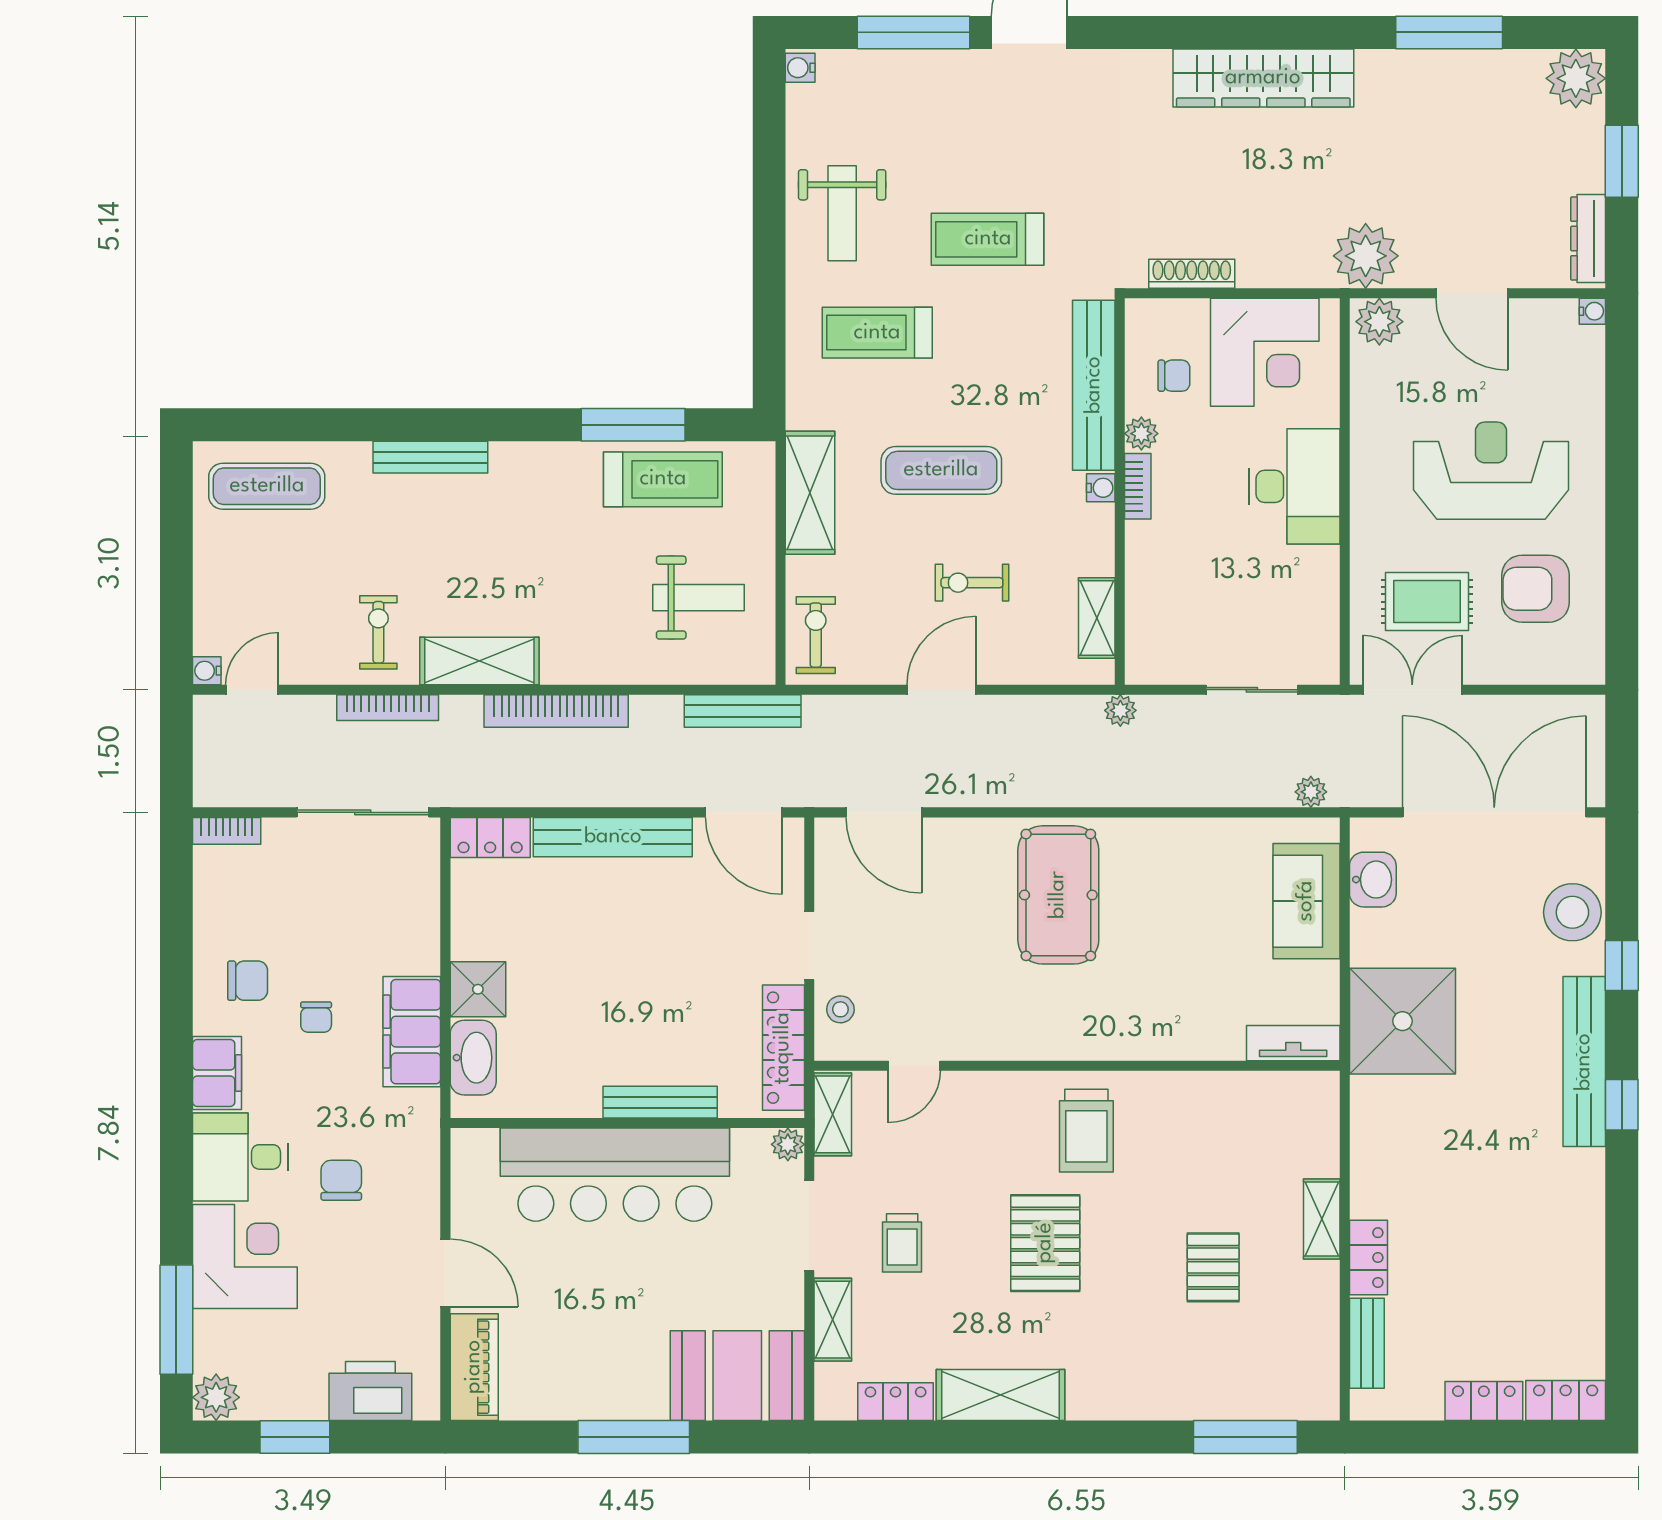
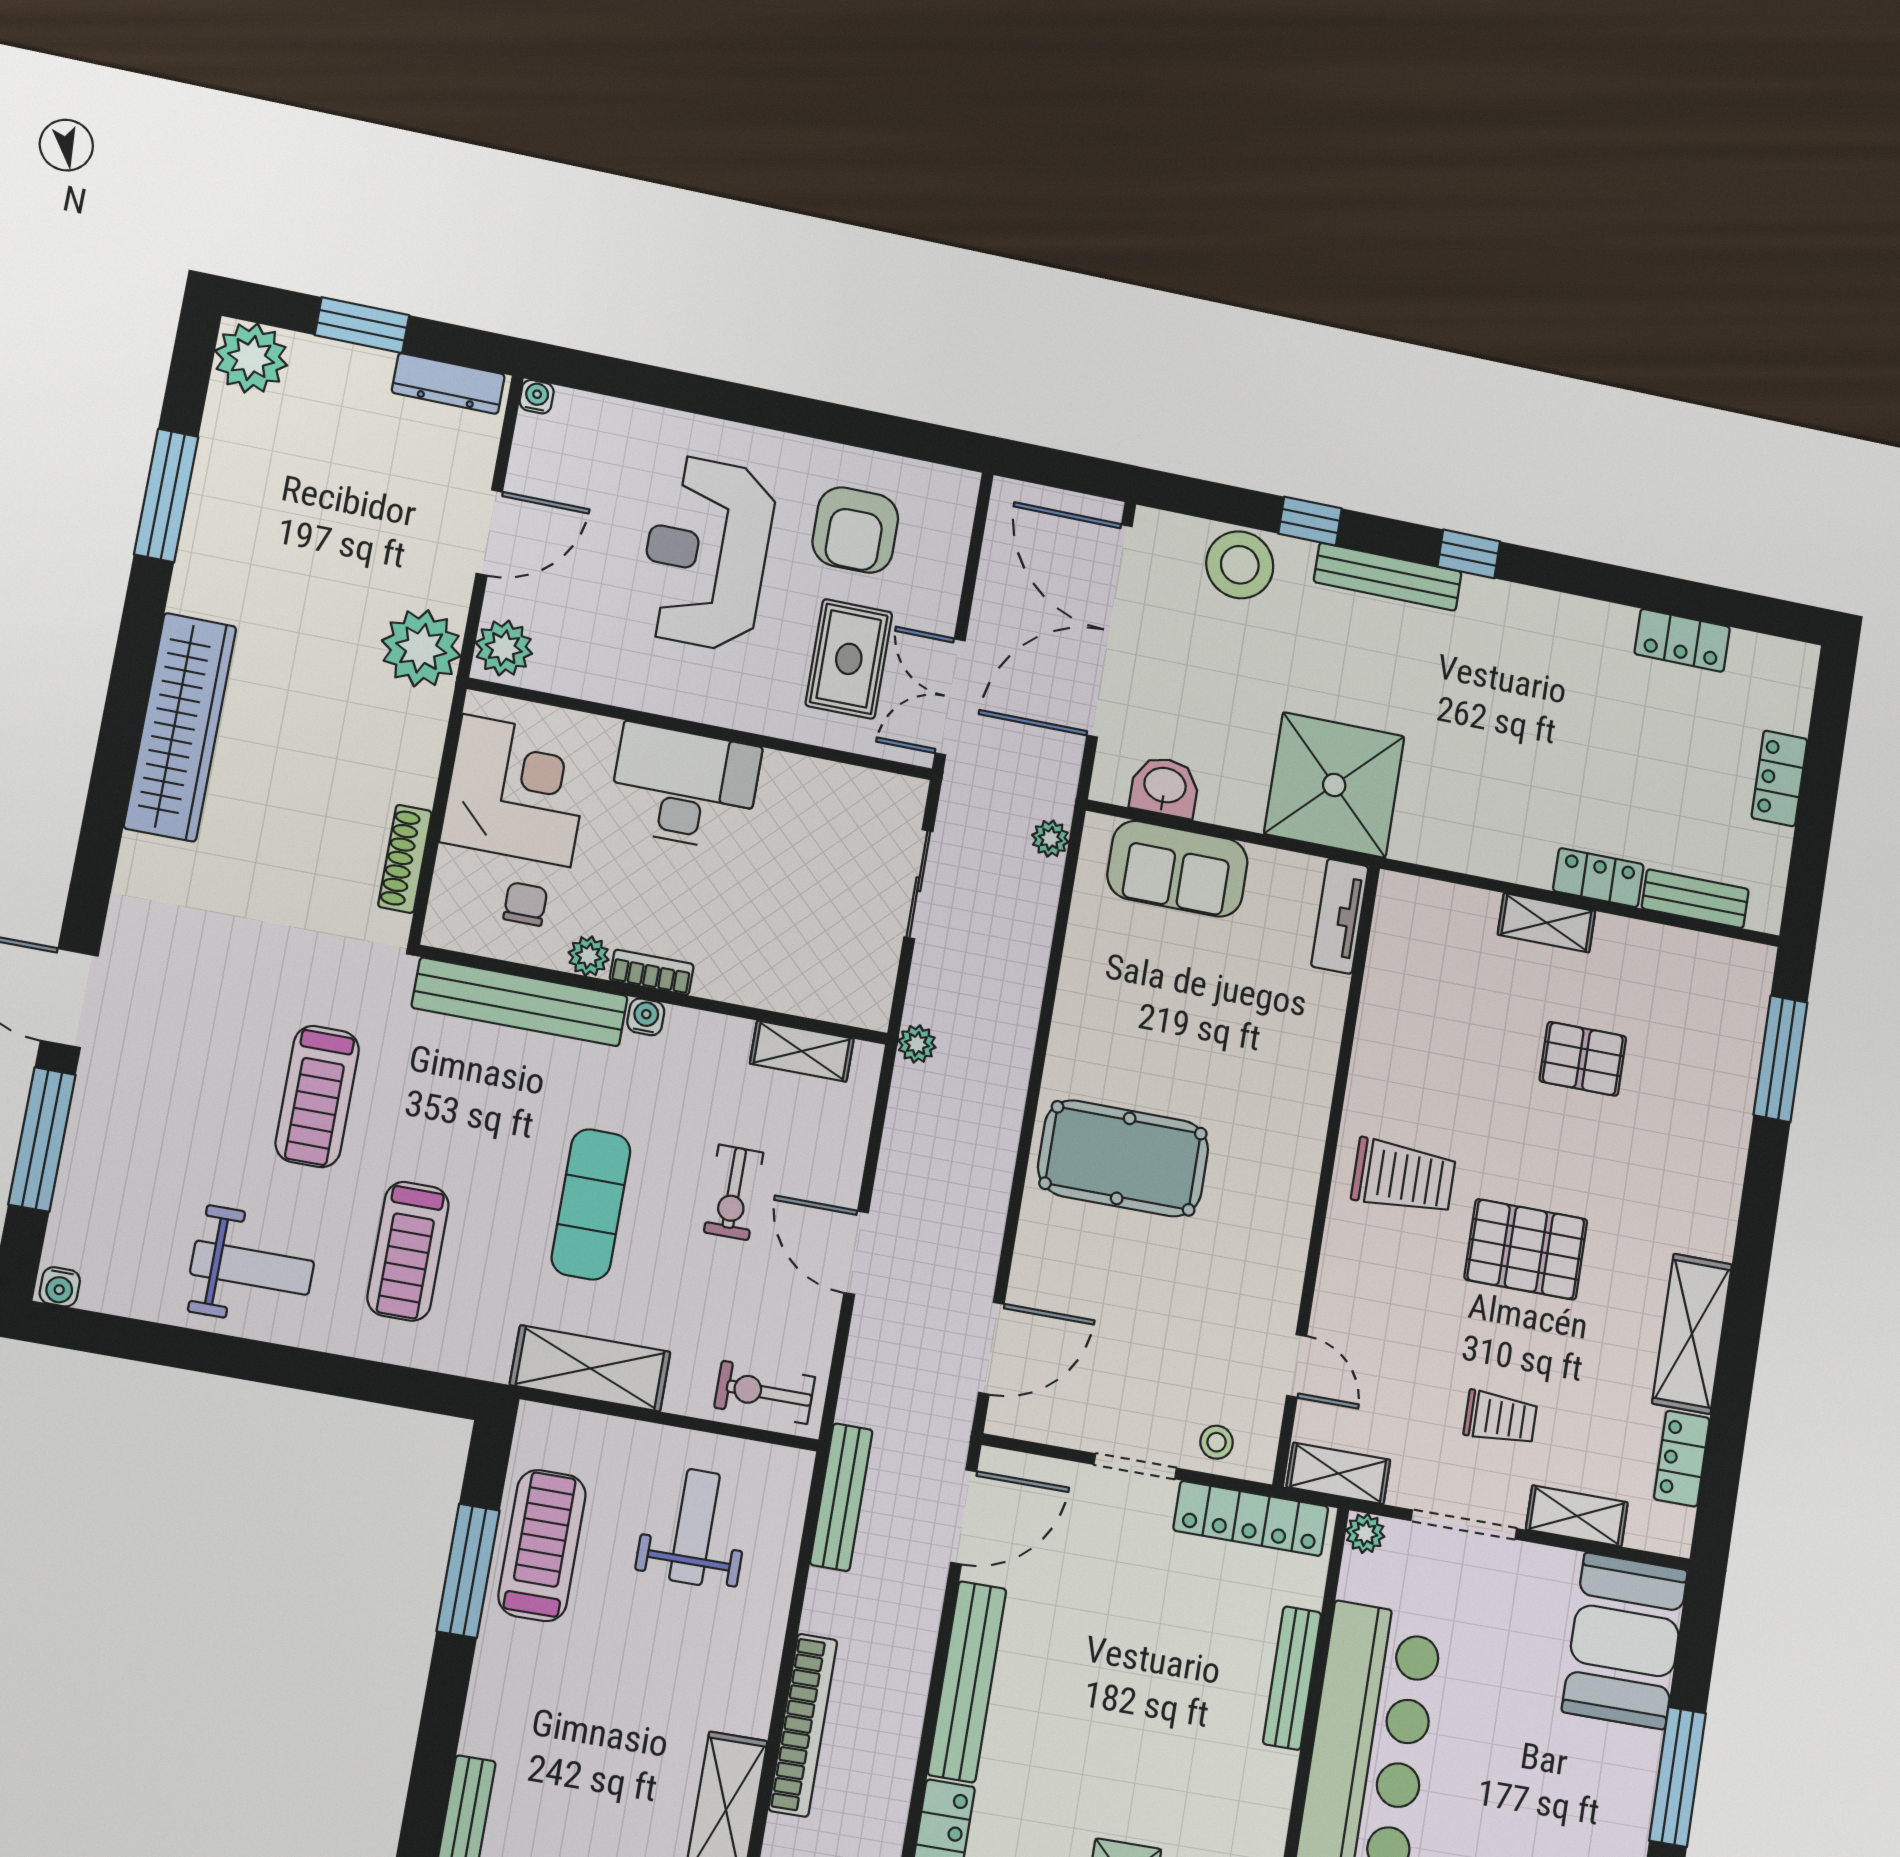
bench: (1584, 1062) -> (1388, 577), width x0.73, depth x0.82
locker: (1566, 1400) -> (1682, 640), moved, turned -90

